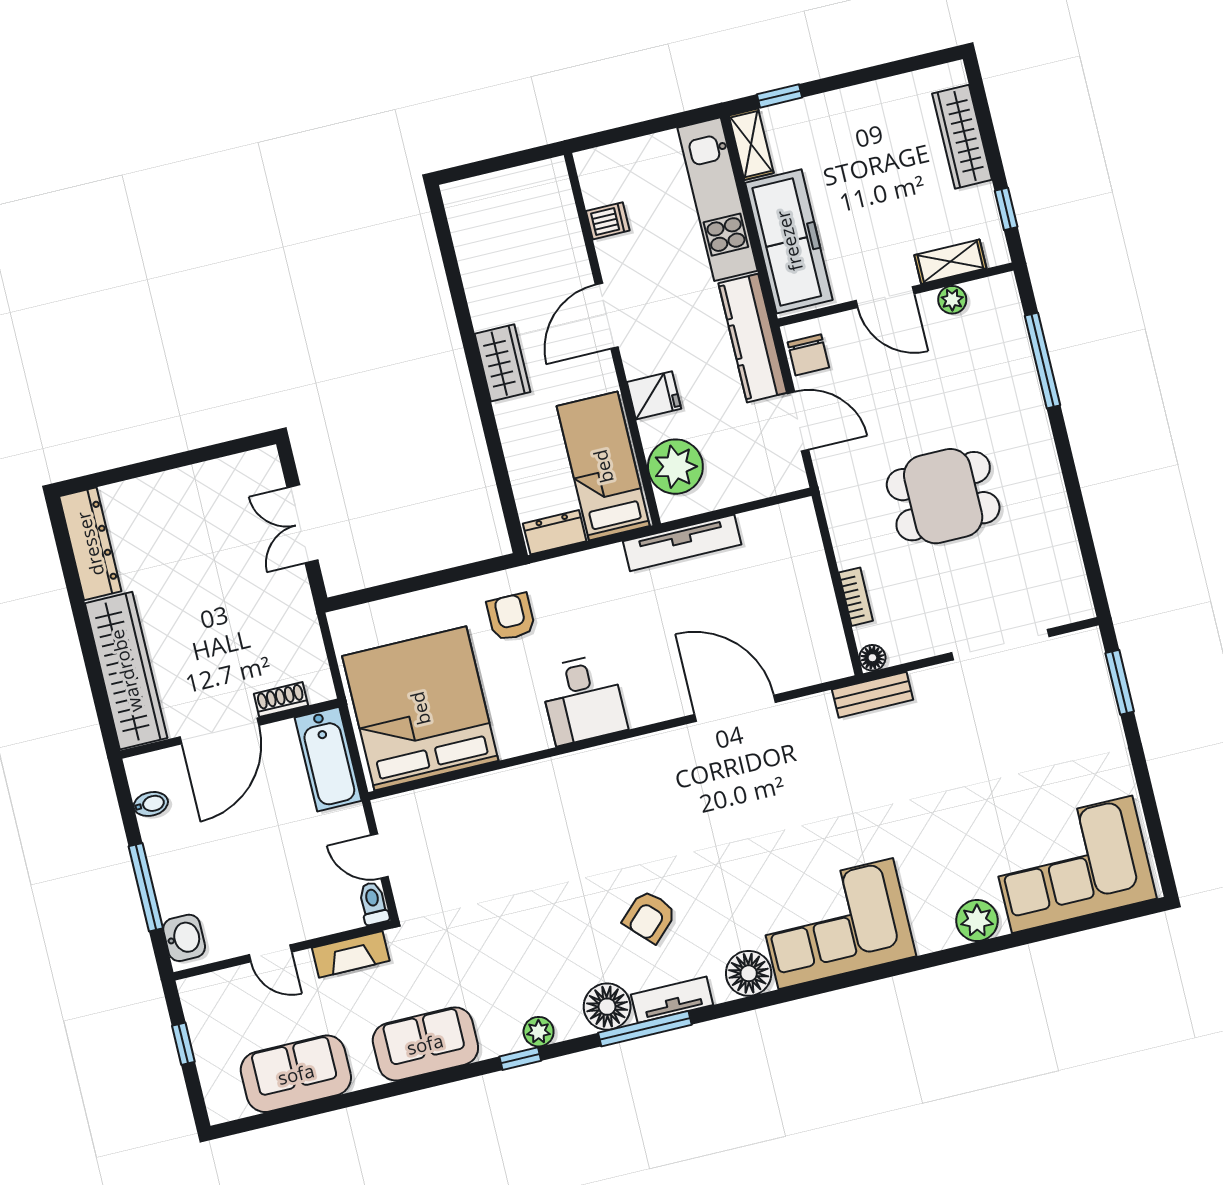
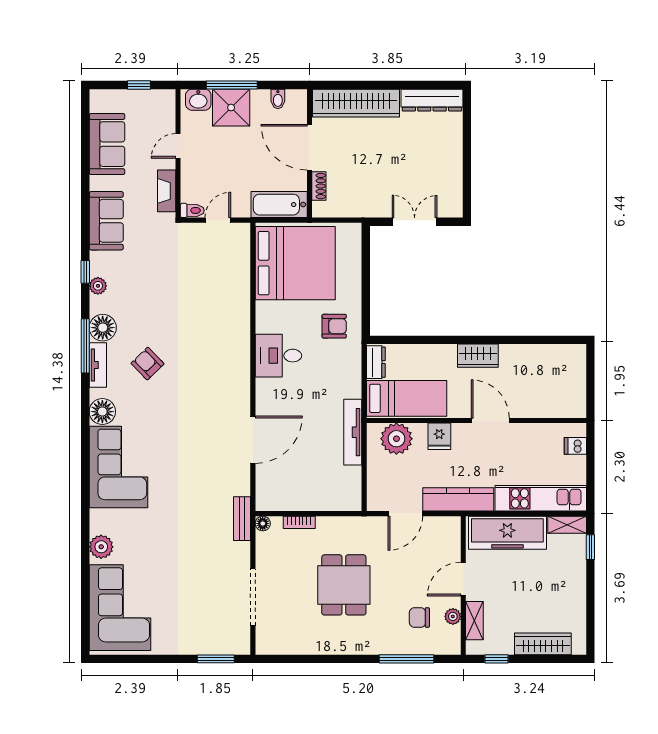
dishwasher: (608, 221) -> (575, 446), moved, turned 90
chair: (808, 355) -> (419, 618), moved
shower: (184, 879) -> (231, 108), added

